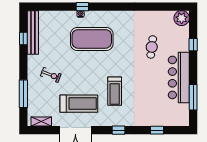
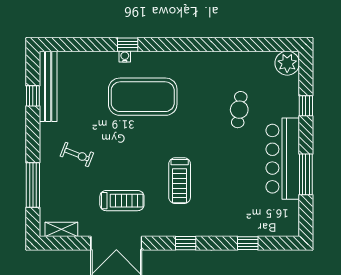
window: (193, 97) -> (306, 174), moved
treadmill: (79, 104) -> (122, 201), width x0.73, depth x0.73

